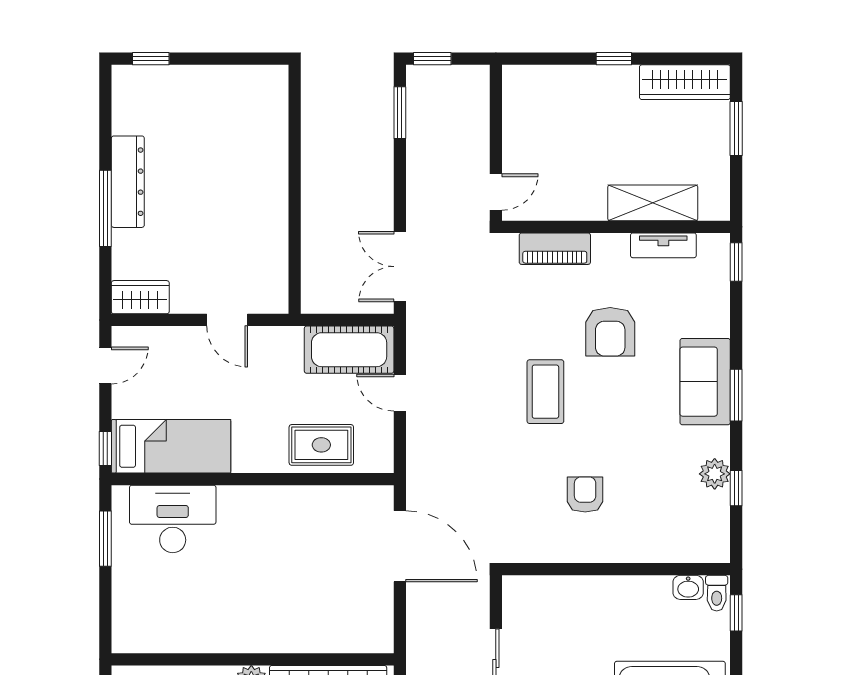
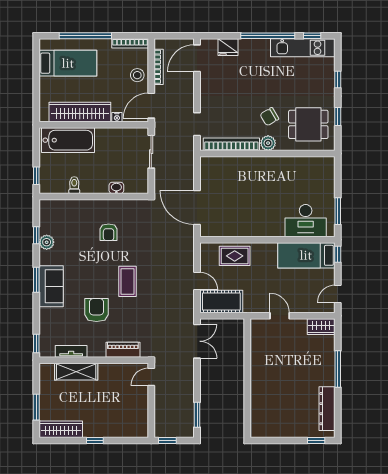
window: (432, 59) -> (167, 441), moved
dresser: (128, 182) -> (327, 409), moved
washbasin: (688, 587) -> (116, 188), moved
toilet: (717, 593) -> (74, 185), moved

